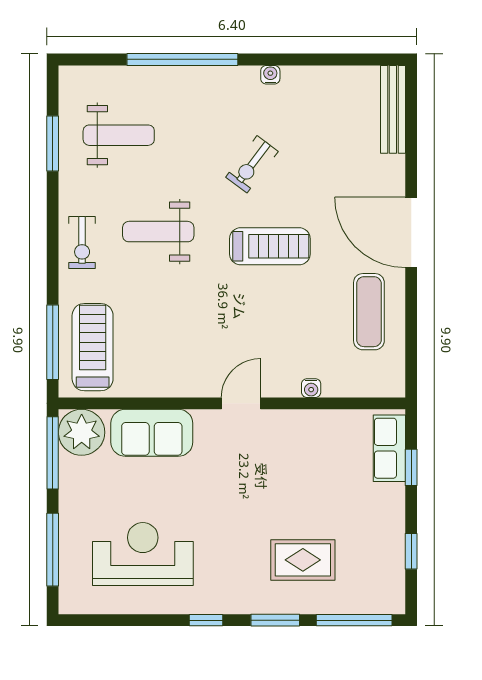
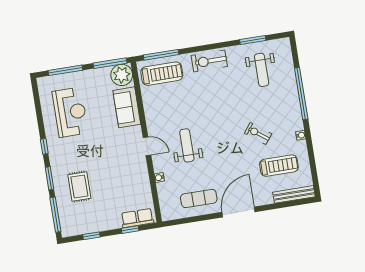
weight bench: (158, 232) -> (187, 145), moved
exercise bike: (82, 242) -> (209, 61), width x1.38, depth x1.39
treadmill: (270, 246) -> (279, 166), moved, turned -90

